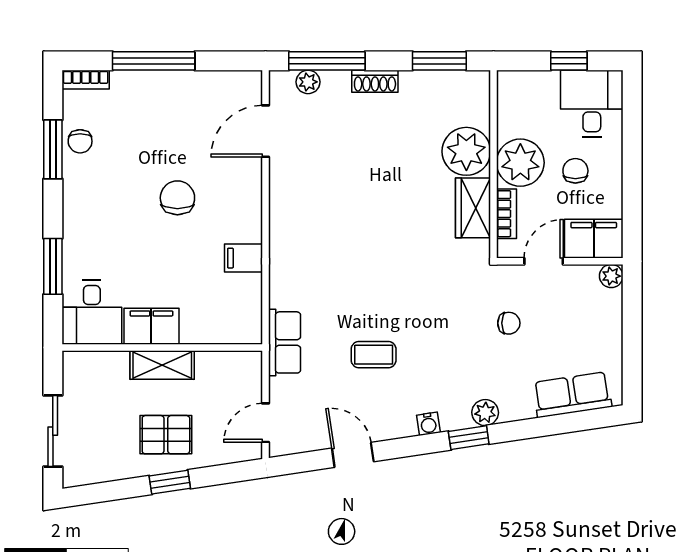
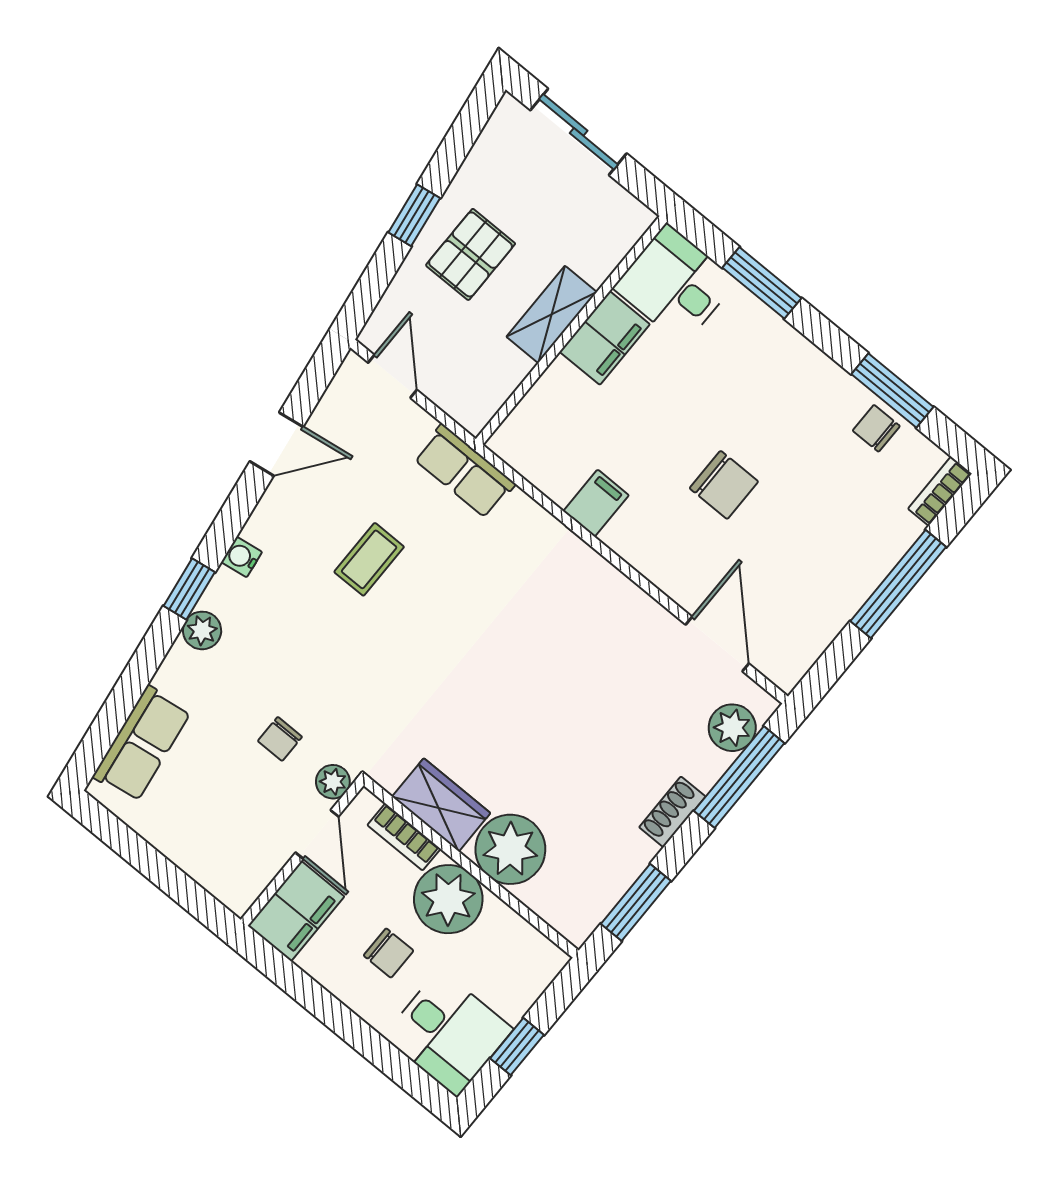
plant: (308, 82) -> (732, 728), width x1.38, depth x1.38
plant: (611, 276) -> (333, 782), moved

